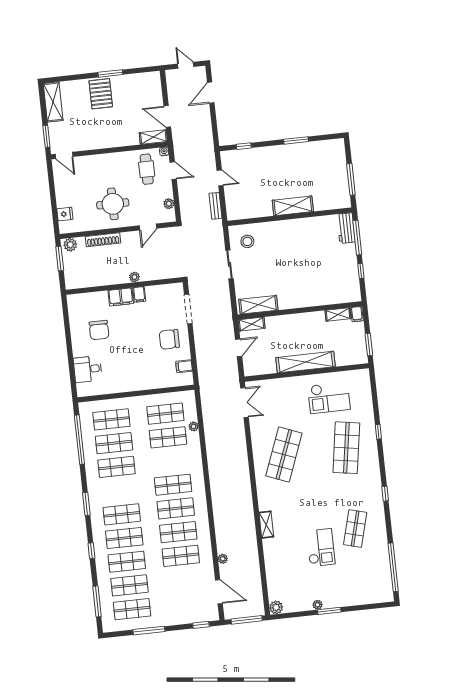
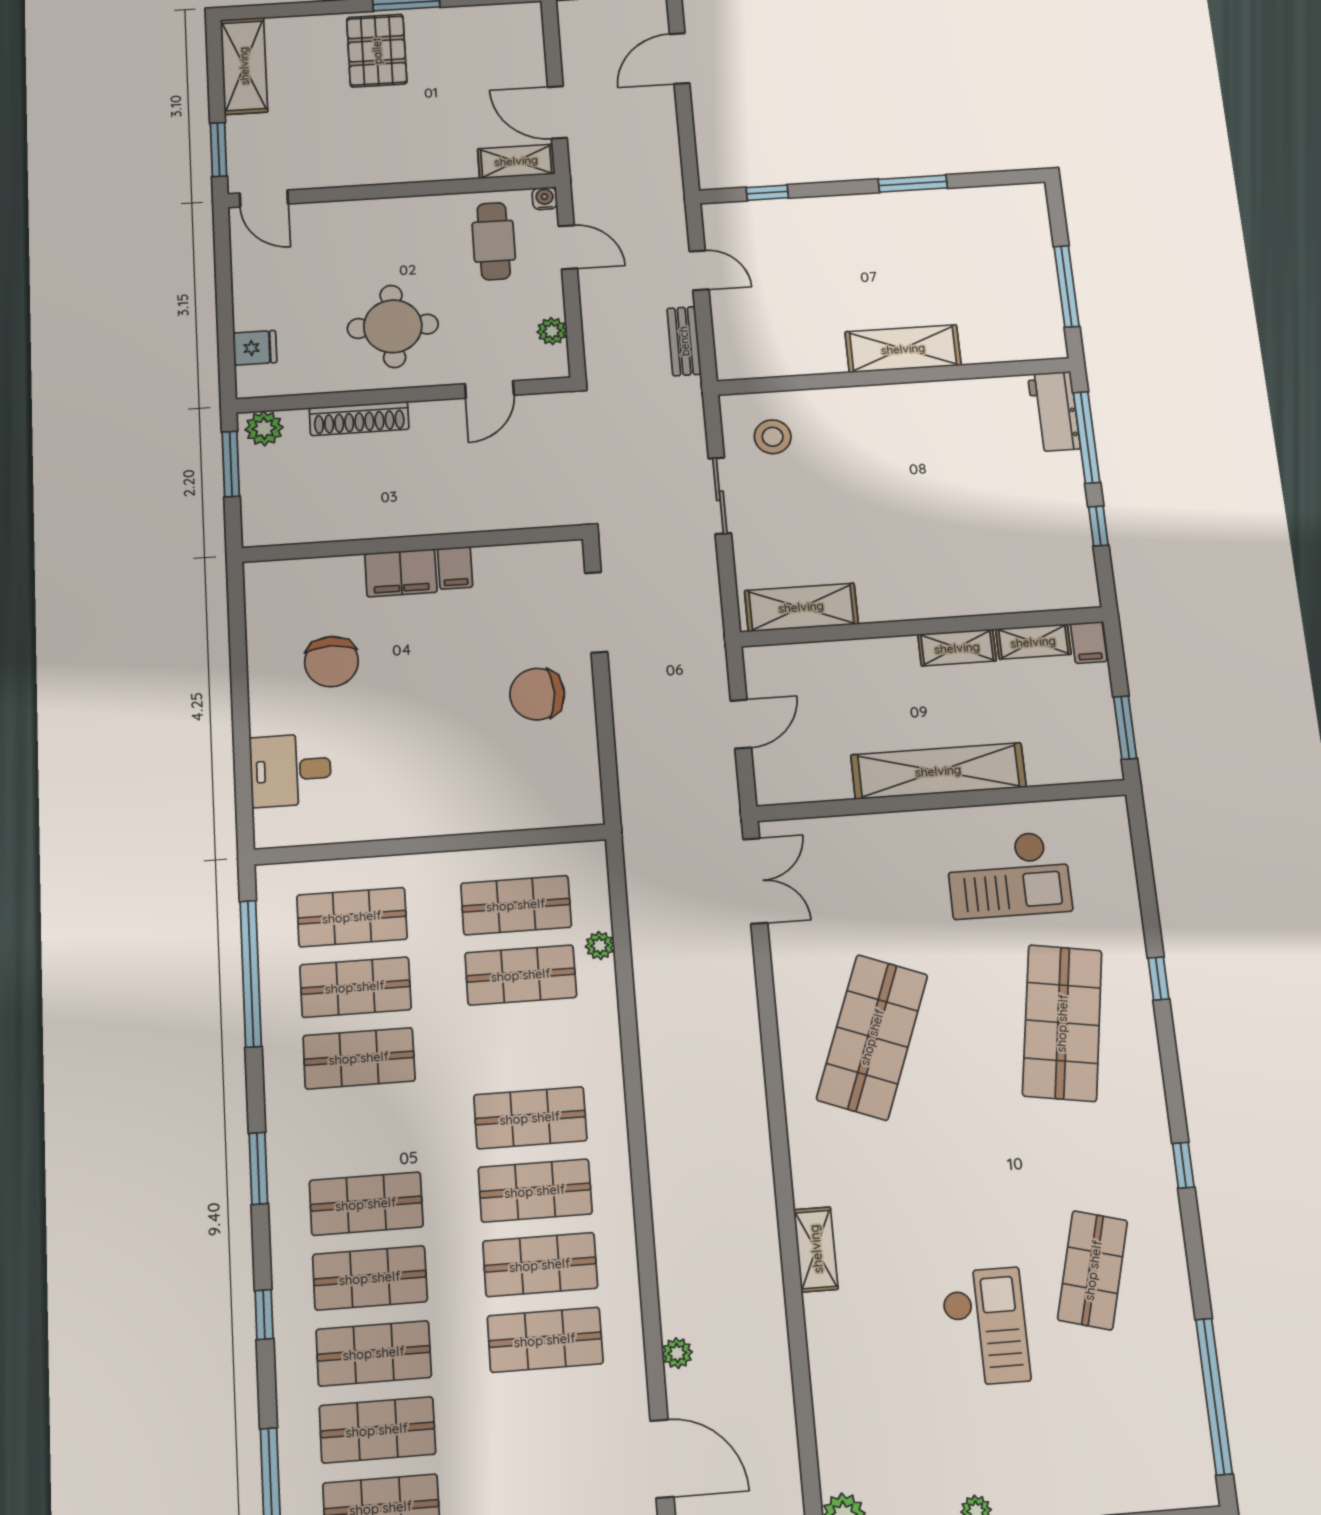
plant: (134, 277) -> (444, 521), removed
shelving: (252, 324) -> (957, 648), moved
filing cabinet: (184, 366) -> (578, 771), removed

